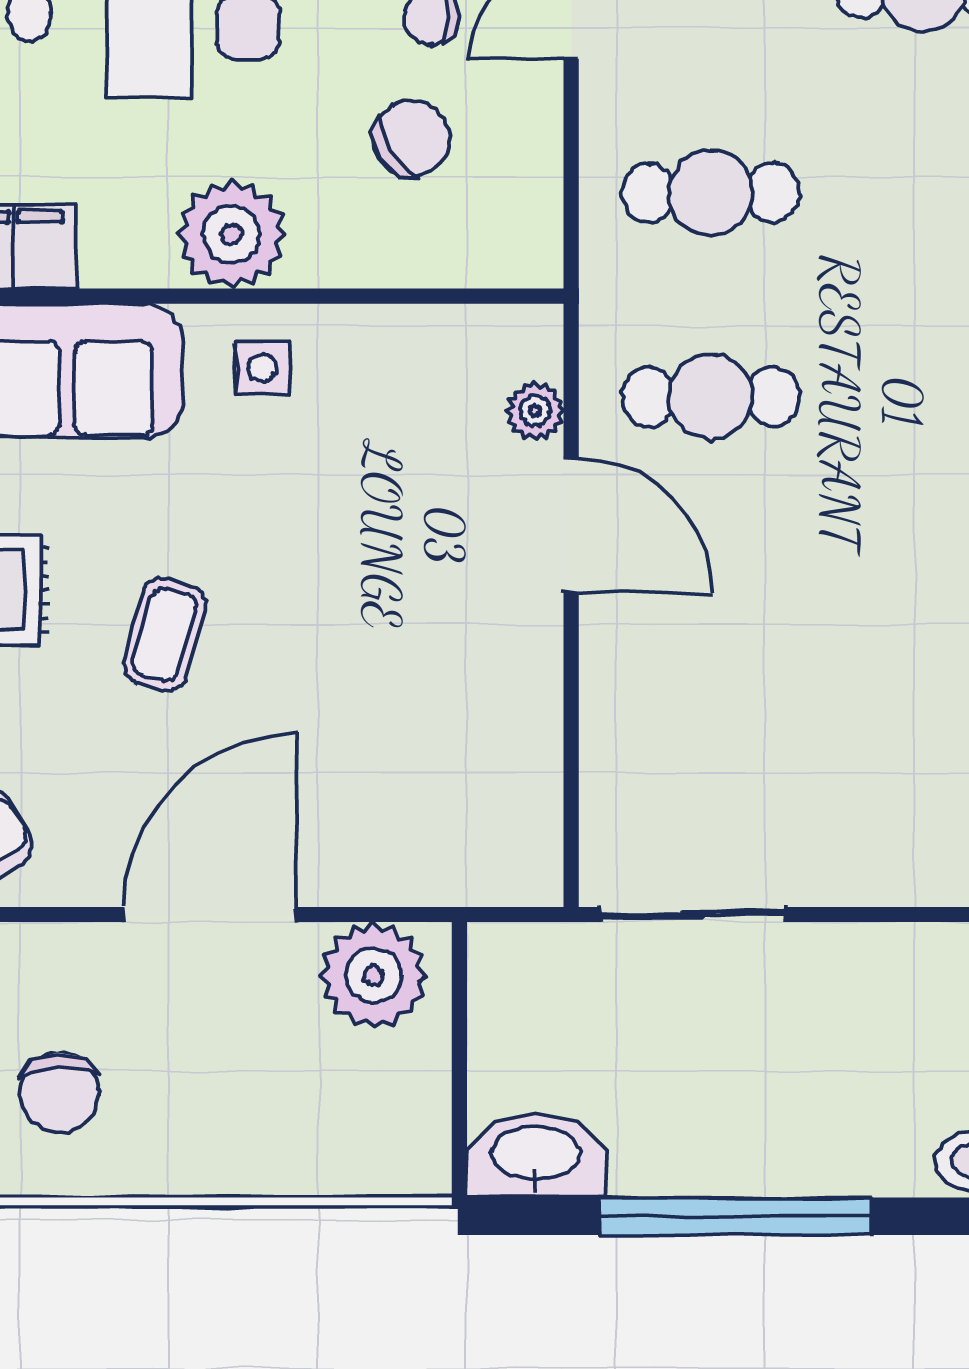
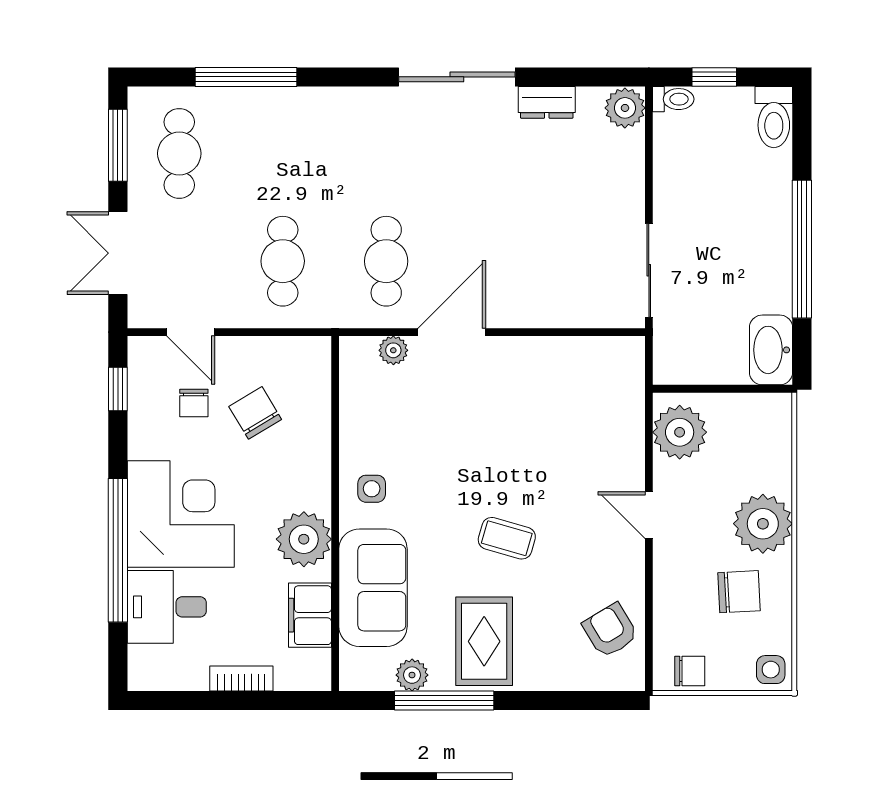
plant: (232, 234) -> (304, 539), moved
door: (210, 915) -> (649, 515), width x0.53
plant: (193, 1139) -> (763, 524), added

